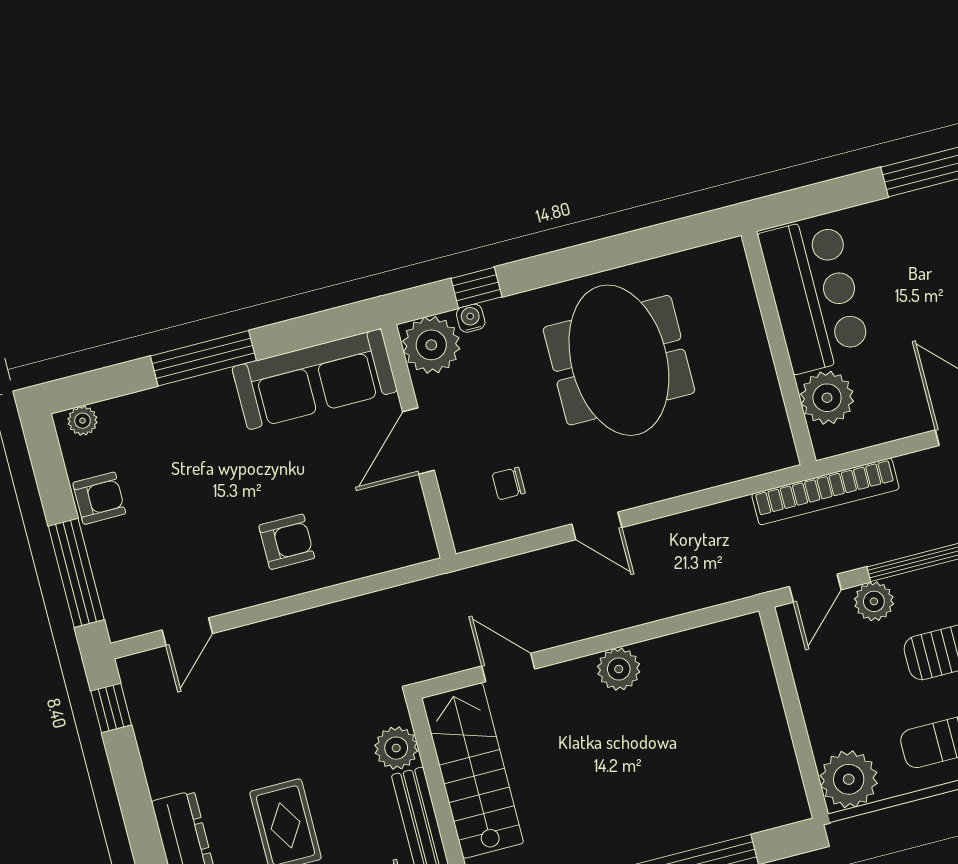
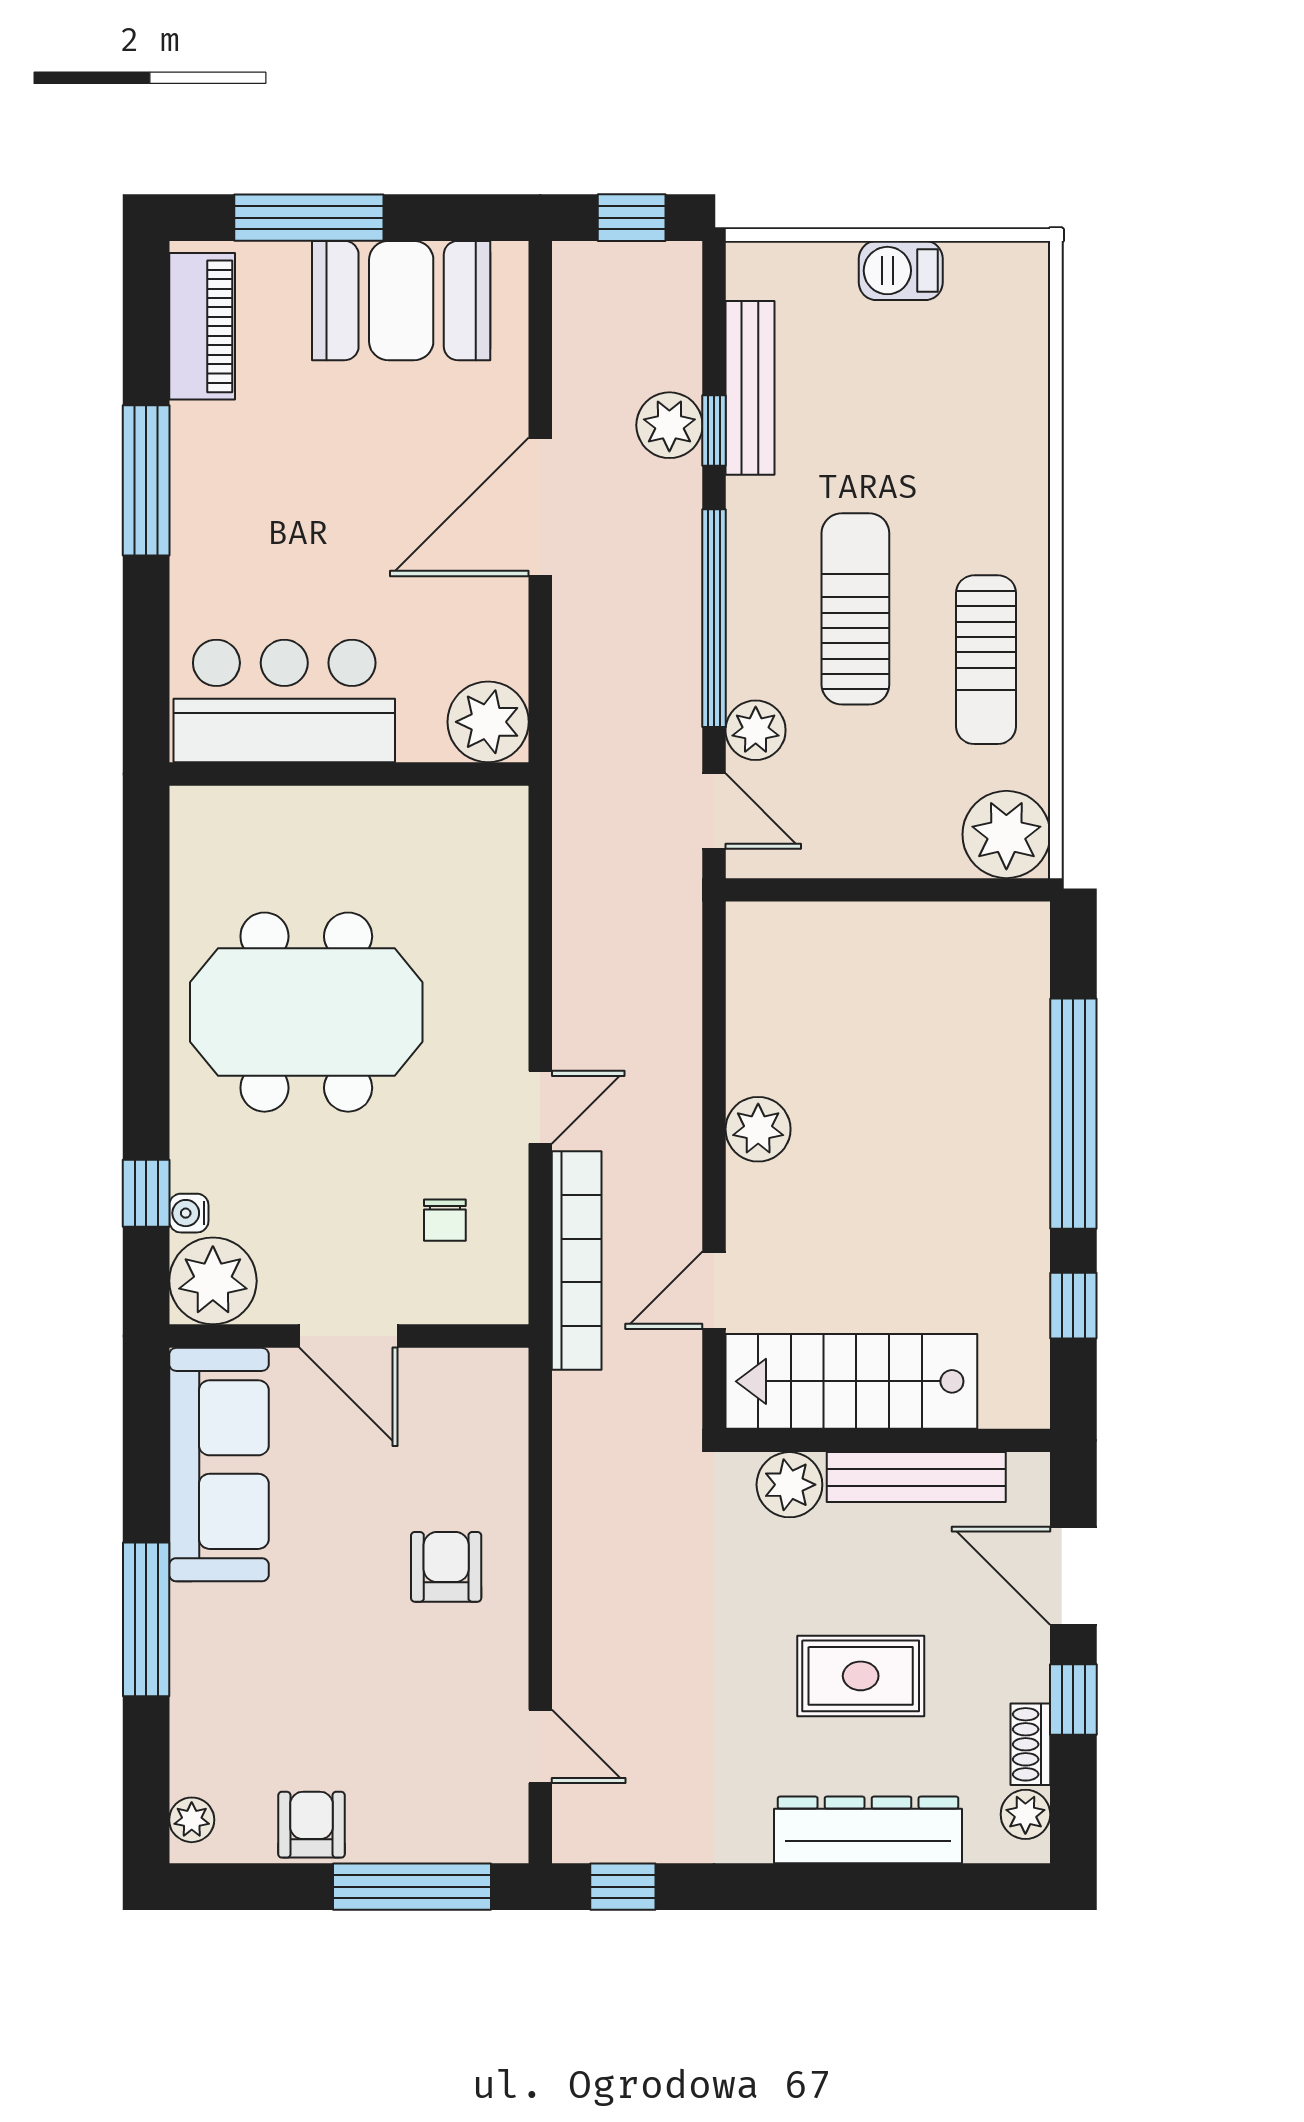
plant: (827, 398) -> (488, 722), moved
bookcase: (825, 492) -> (577, 1261), moved

